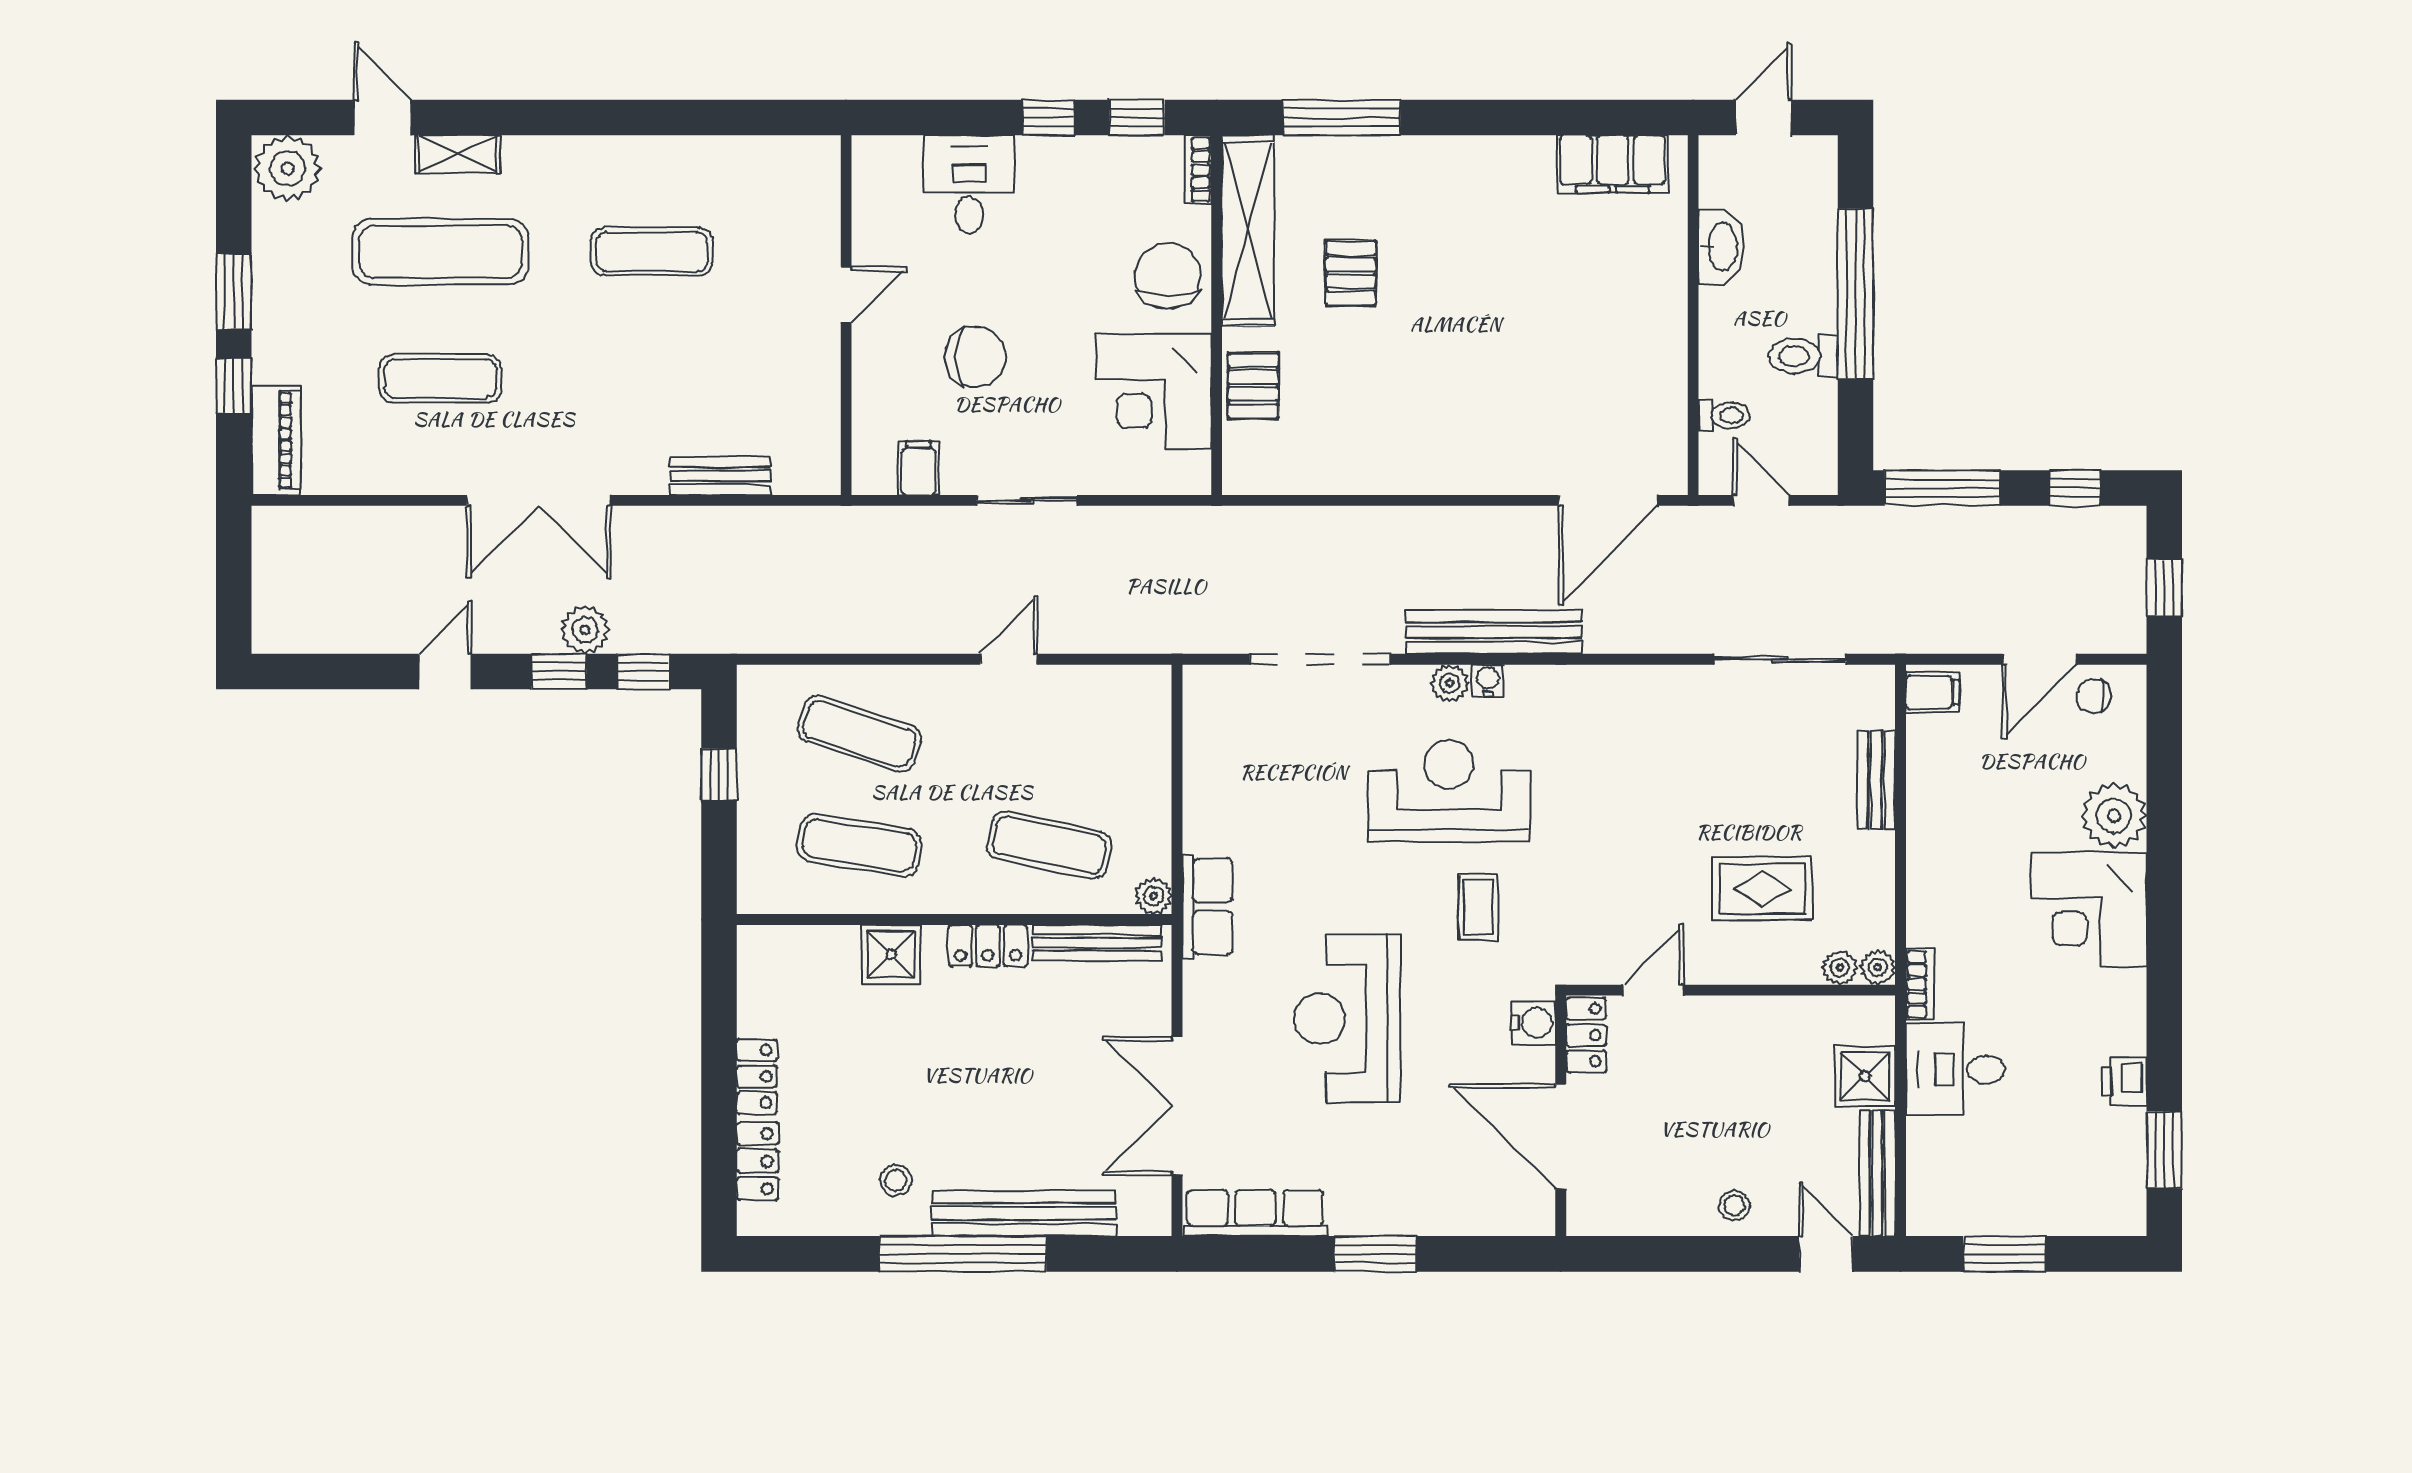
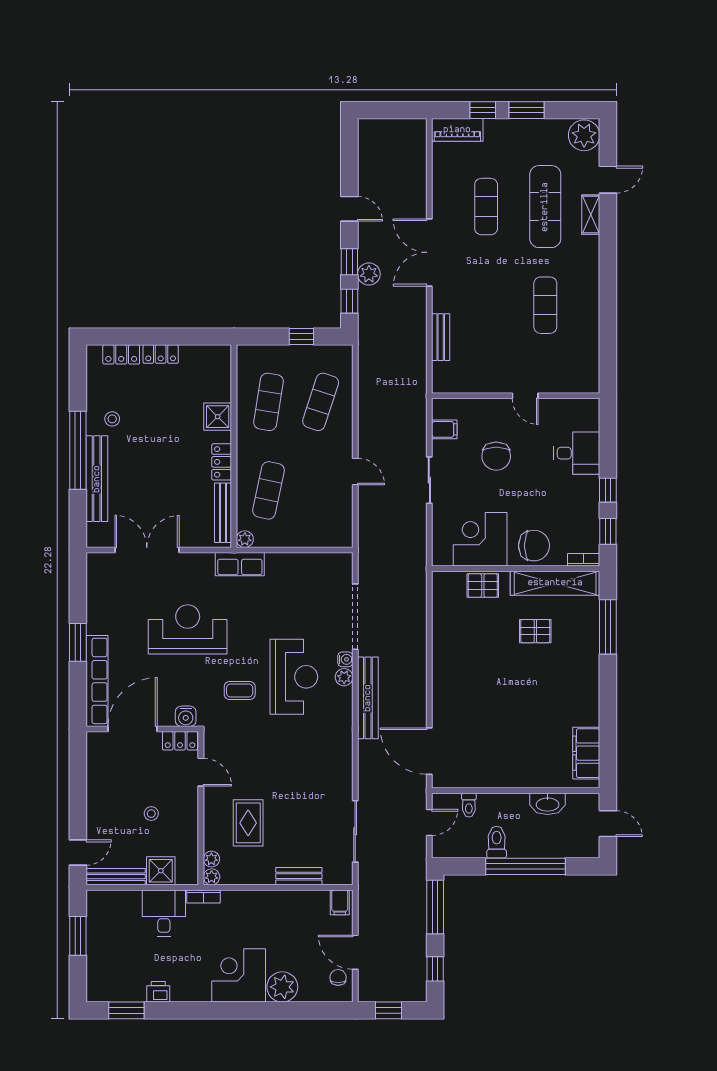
water cooler: (1488, 680) -> (345, 659), moved
stool: (1734, 1206) -> (151, 814), moved
row of seats: (1255, 1213) -> (97, 681), moved, width x1.36

